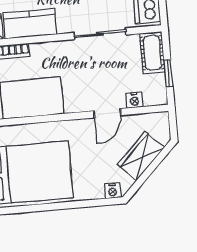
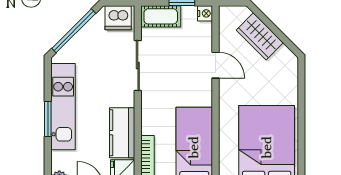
nightstand: (134, 100) -> (205, 13), moved
nightstand: (112, 191) -> (291, 67), removed

